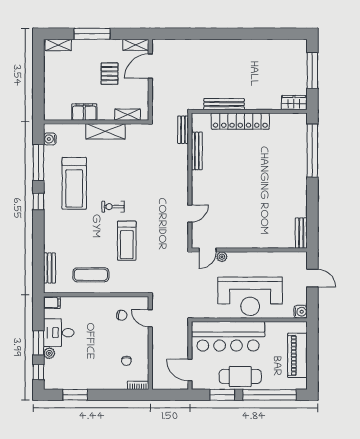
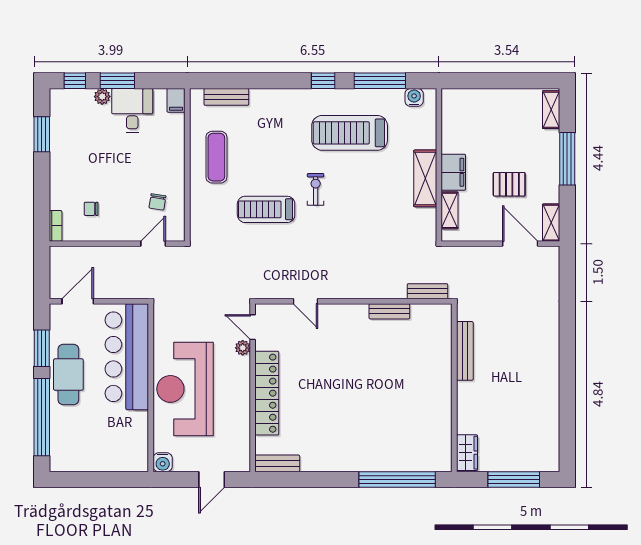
filing cabinet: (84, 112) -> (453, 172), moved
locker: (240, 121) -> (267, 393), moved, turned 180
bench: (197, 151) -> (389, 311), width x0.73
piano: (297, 355) -> (99, 458), removed

